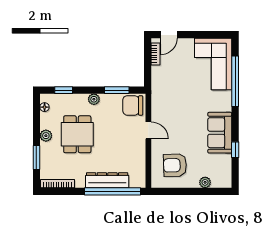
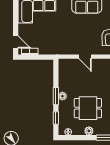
window: (117, 90) -> (56, 96), moved
chair: (133, 105) -> (67, 68), removed
door: (148, 130) -> (85, 57), swing flipped

